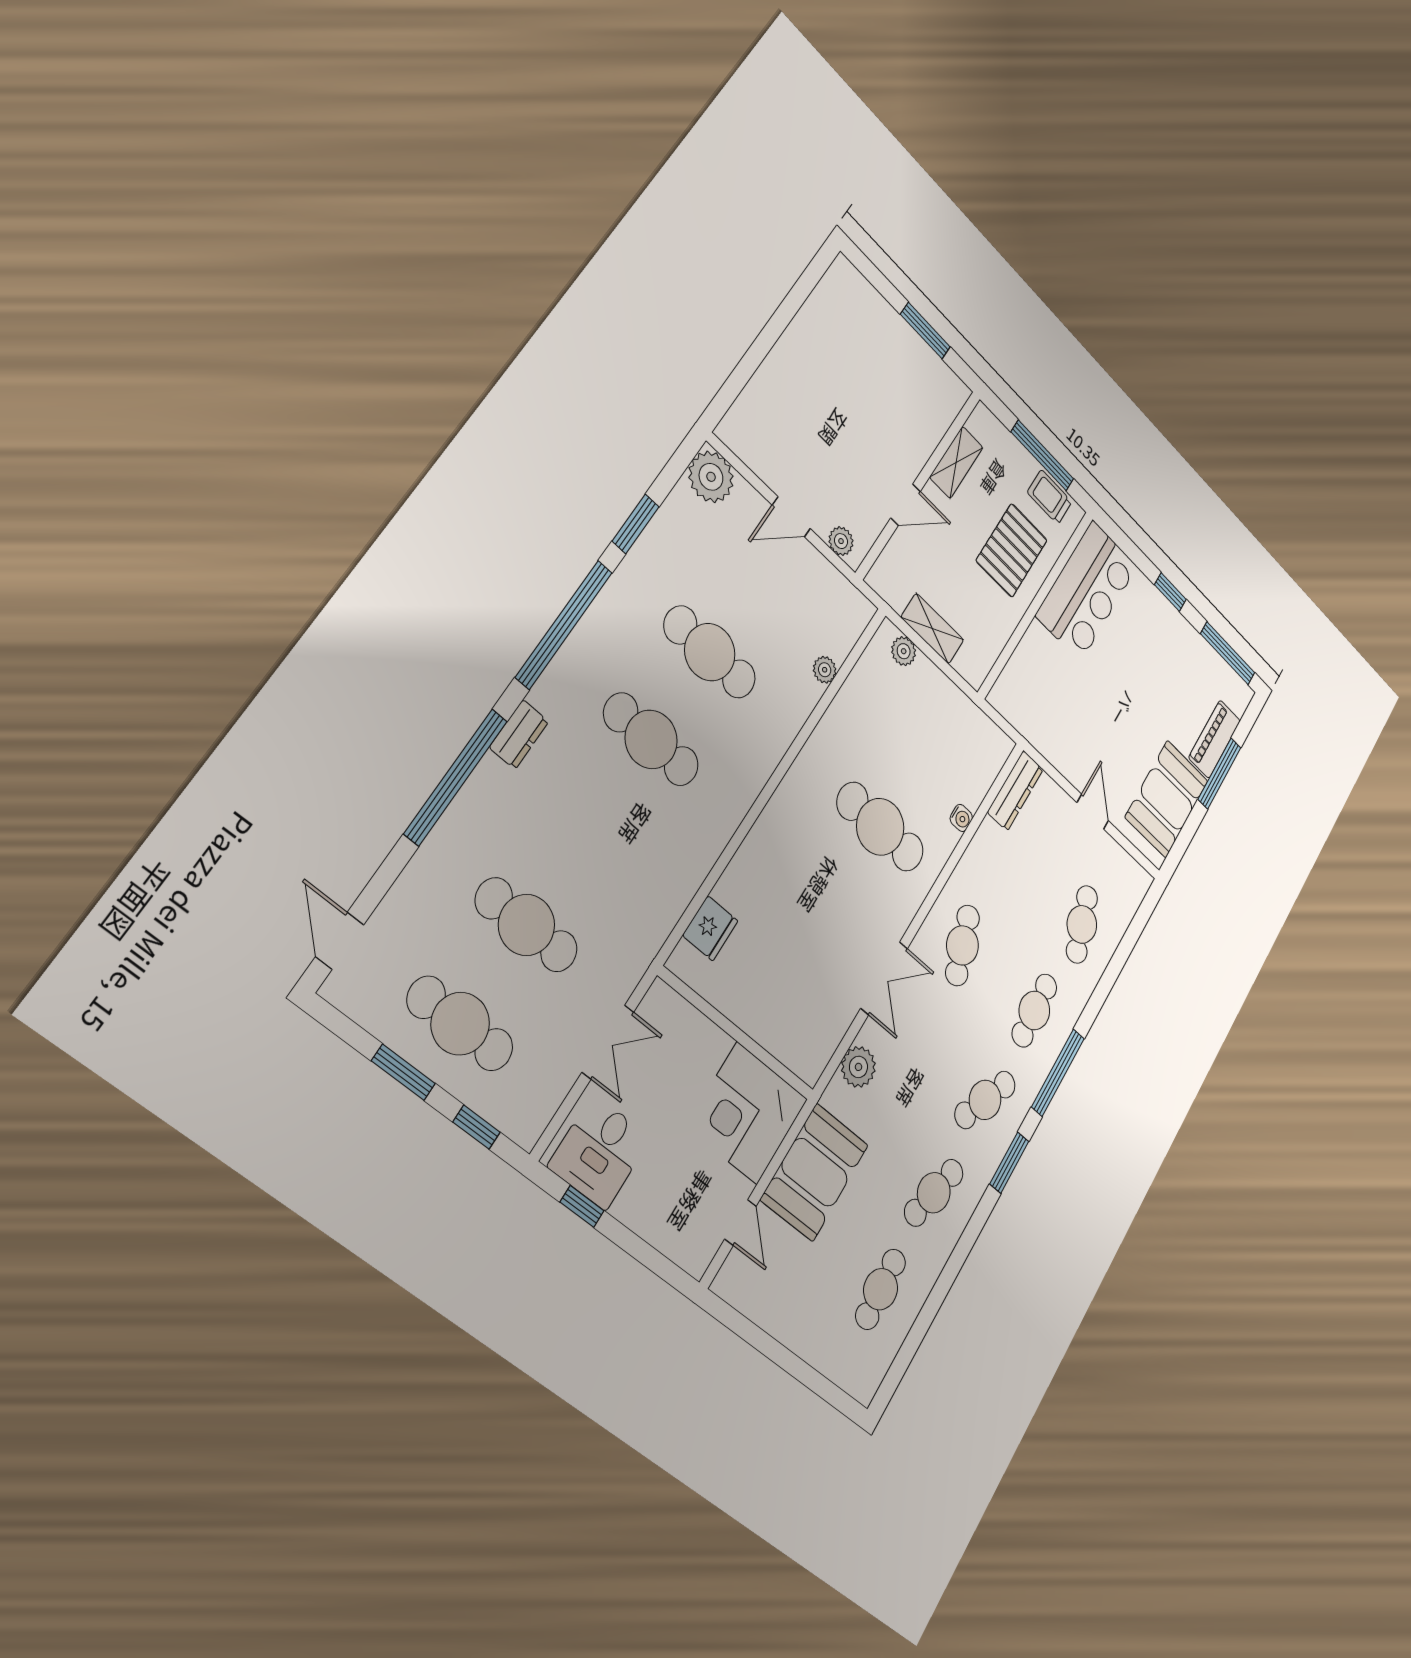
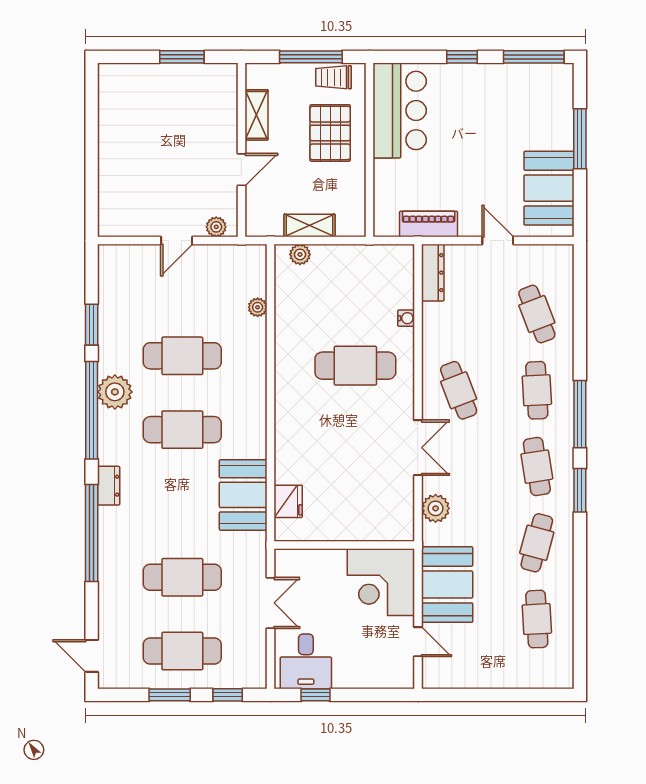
plant: (711, 477) -> (115, 392), moved
piano: (1214, 739) -> (429, 224), moved, turned 90
booth: (666, 878) -> (243, 495), added
cafe table: (985, 1100) -> (537, 467), turned -33

